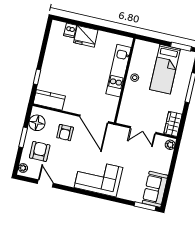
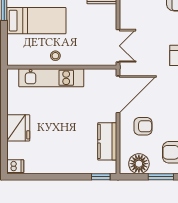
dishwasher: (70, 30) -> (15, 166), moved
window: (37, 77) -> (101, 177), moved
kitchen counter: (49, 100) -> (107, 141), moved
double door: (143, 130) -> (118, 46), moved

